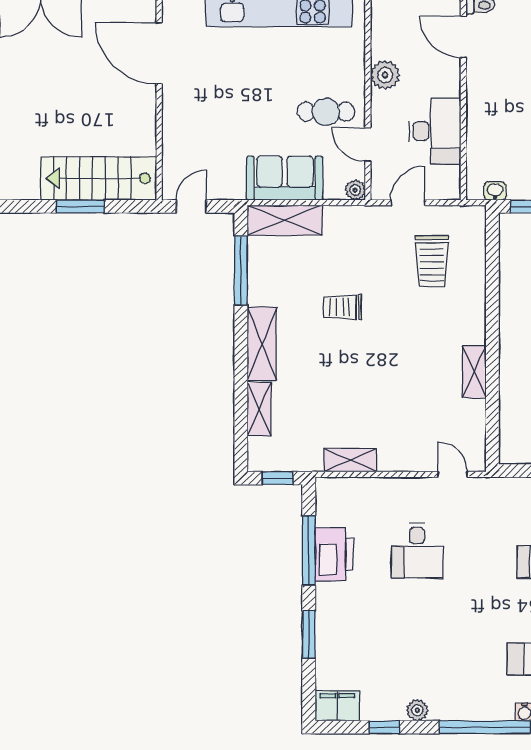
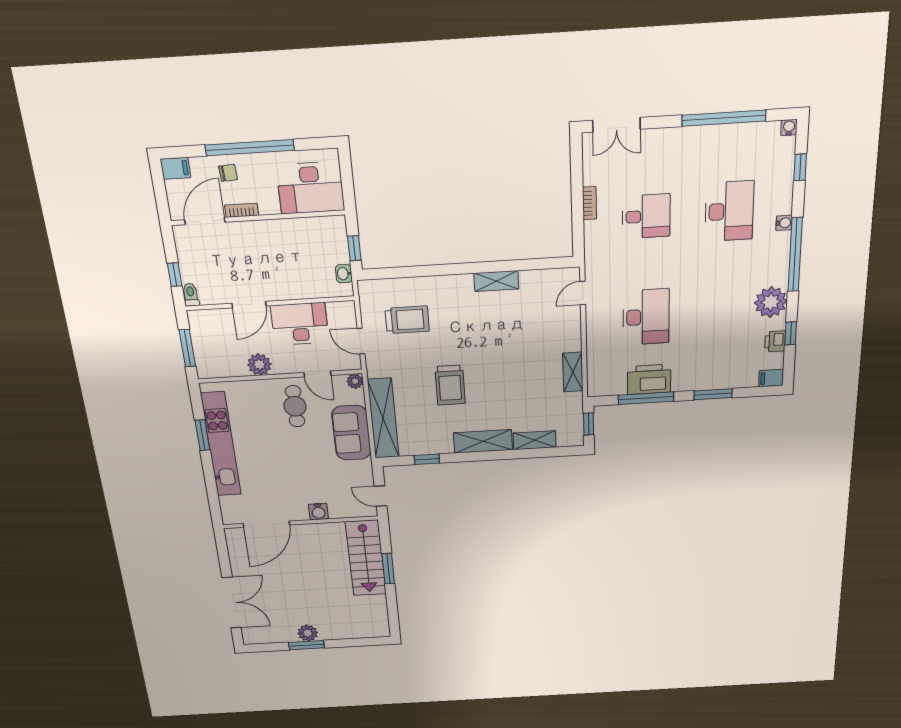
door: (463, 37) -> (249, 305), moved
water cooler: (173, 124) -> (318, 512), added
door: (368, 144) -> (317, 374), hinge flipped
shelving: (285, 220) -> (383, 418), width x1.47
window: (241, 270) -> (427, 459), width x0.46
trolley: (342, 307) -> (450, 385), width x1.36, depth x1.39
desk: (417, 550) -> (646, 317), width x1.37
filing cabinet: (337, 706) -> (771, 378), width x0.50
printer: (375, 709) -> (775, 341), added
plant: (417, 710) -> (771, 302), width x1.87, depth x1.87

